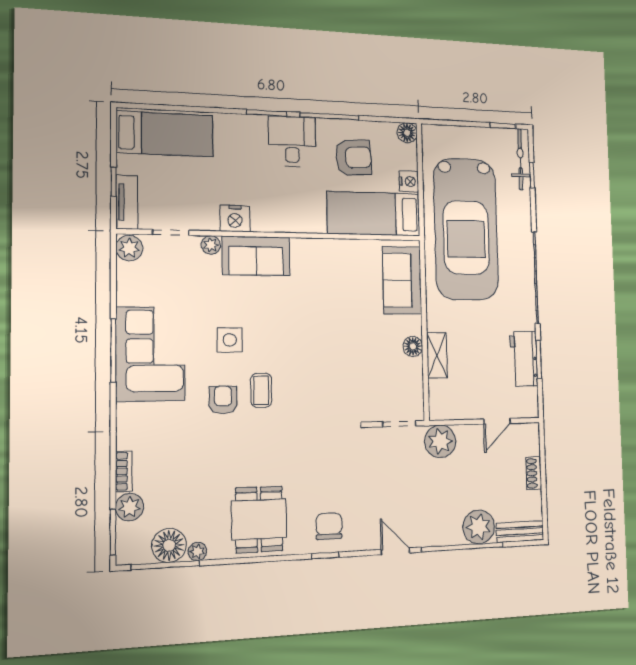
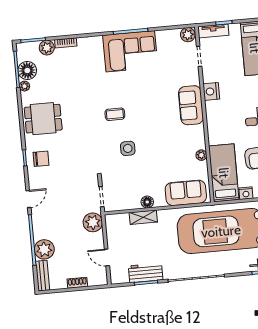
plant: (211, 245) -> (201, 155), moved
side table: (230, 340) -> (128, 148), moved
armchair: (223, 400) -> (108, 93), removed

